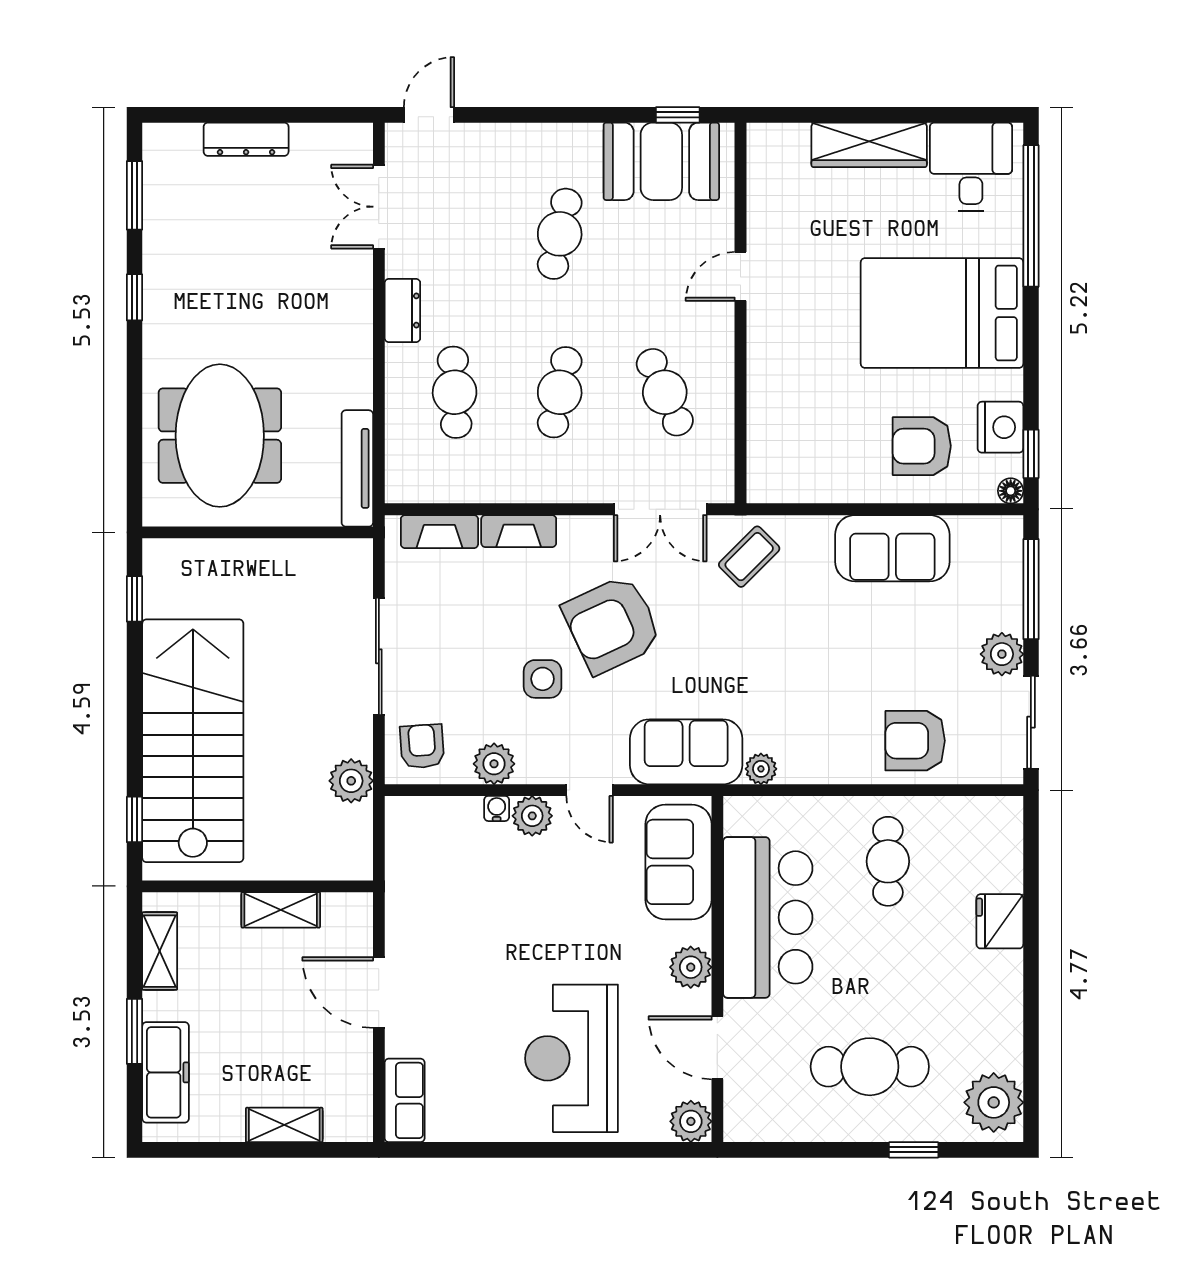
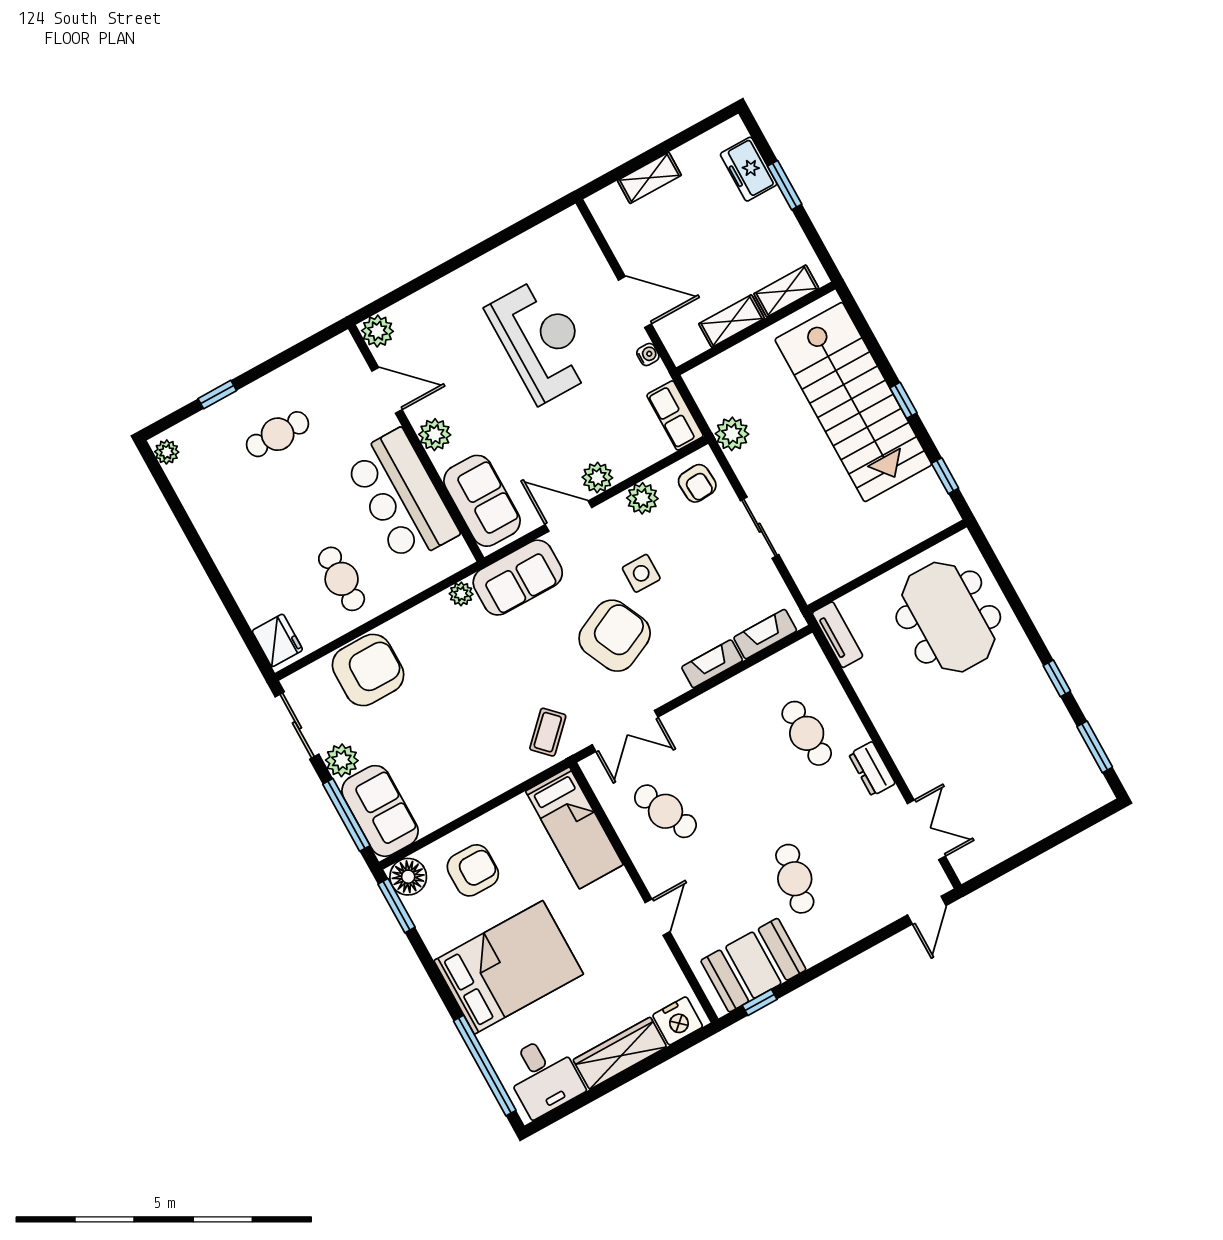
dresser: (246, 139) -> (1041, 826), removed
cafe table: (560, 392) -> (736, 772), removed
nightstand: (1000, 427) -> (678, 1021), moved, turned -90
bed: (779, 431) -> (574, 828), added
window: (1031, 454) -> (397, 906), width x1.50
tv unit: (357, 468) -> (838, 635), width x0.71
floor lamp: (1011, 491) -> (408, 877), width x1.89, depth x1.89
double door: (660, 509) -> (625, 731), swing flipped
sofa: (892, 548) -> (380, 811), moved, turned 90
sliding door: (379, 656) -> (760, 528), width x0.73
armchair: (915, 741) -> (368, 670), width x1.36, depth x1.36
door: (590, 790) -> (568, 516), width x1.38
water cooler: (497, 808) -> (648, 354), moved, turned -90
window: (135, 819) -> (903, 400), moved
fridge: (1000, 921) -> (277, 640), moved
shelving: (160, 951) -> (786, 291), moved, turned 90
reception desk: (572, 1058) -> (541, 340), moved
cafe table: (870, 1067) -> (278, 434), width x0.73, depth x0.74
freezer: (166, 1072) -> (749, 169), width x0.71
row of seats: (405, 1100) -> (675, 415), moved
plant: (994, 1102) -> (167, 452), width x0.53, depth x0.53

